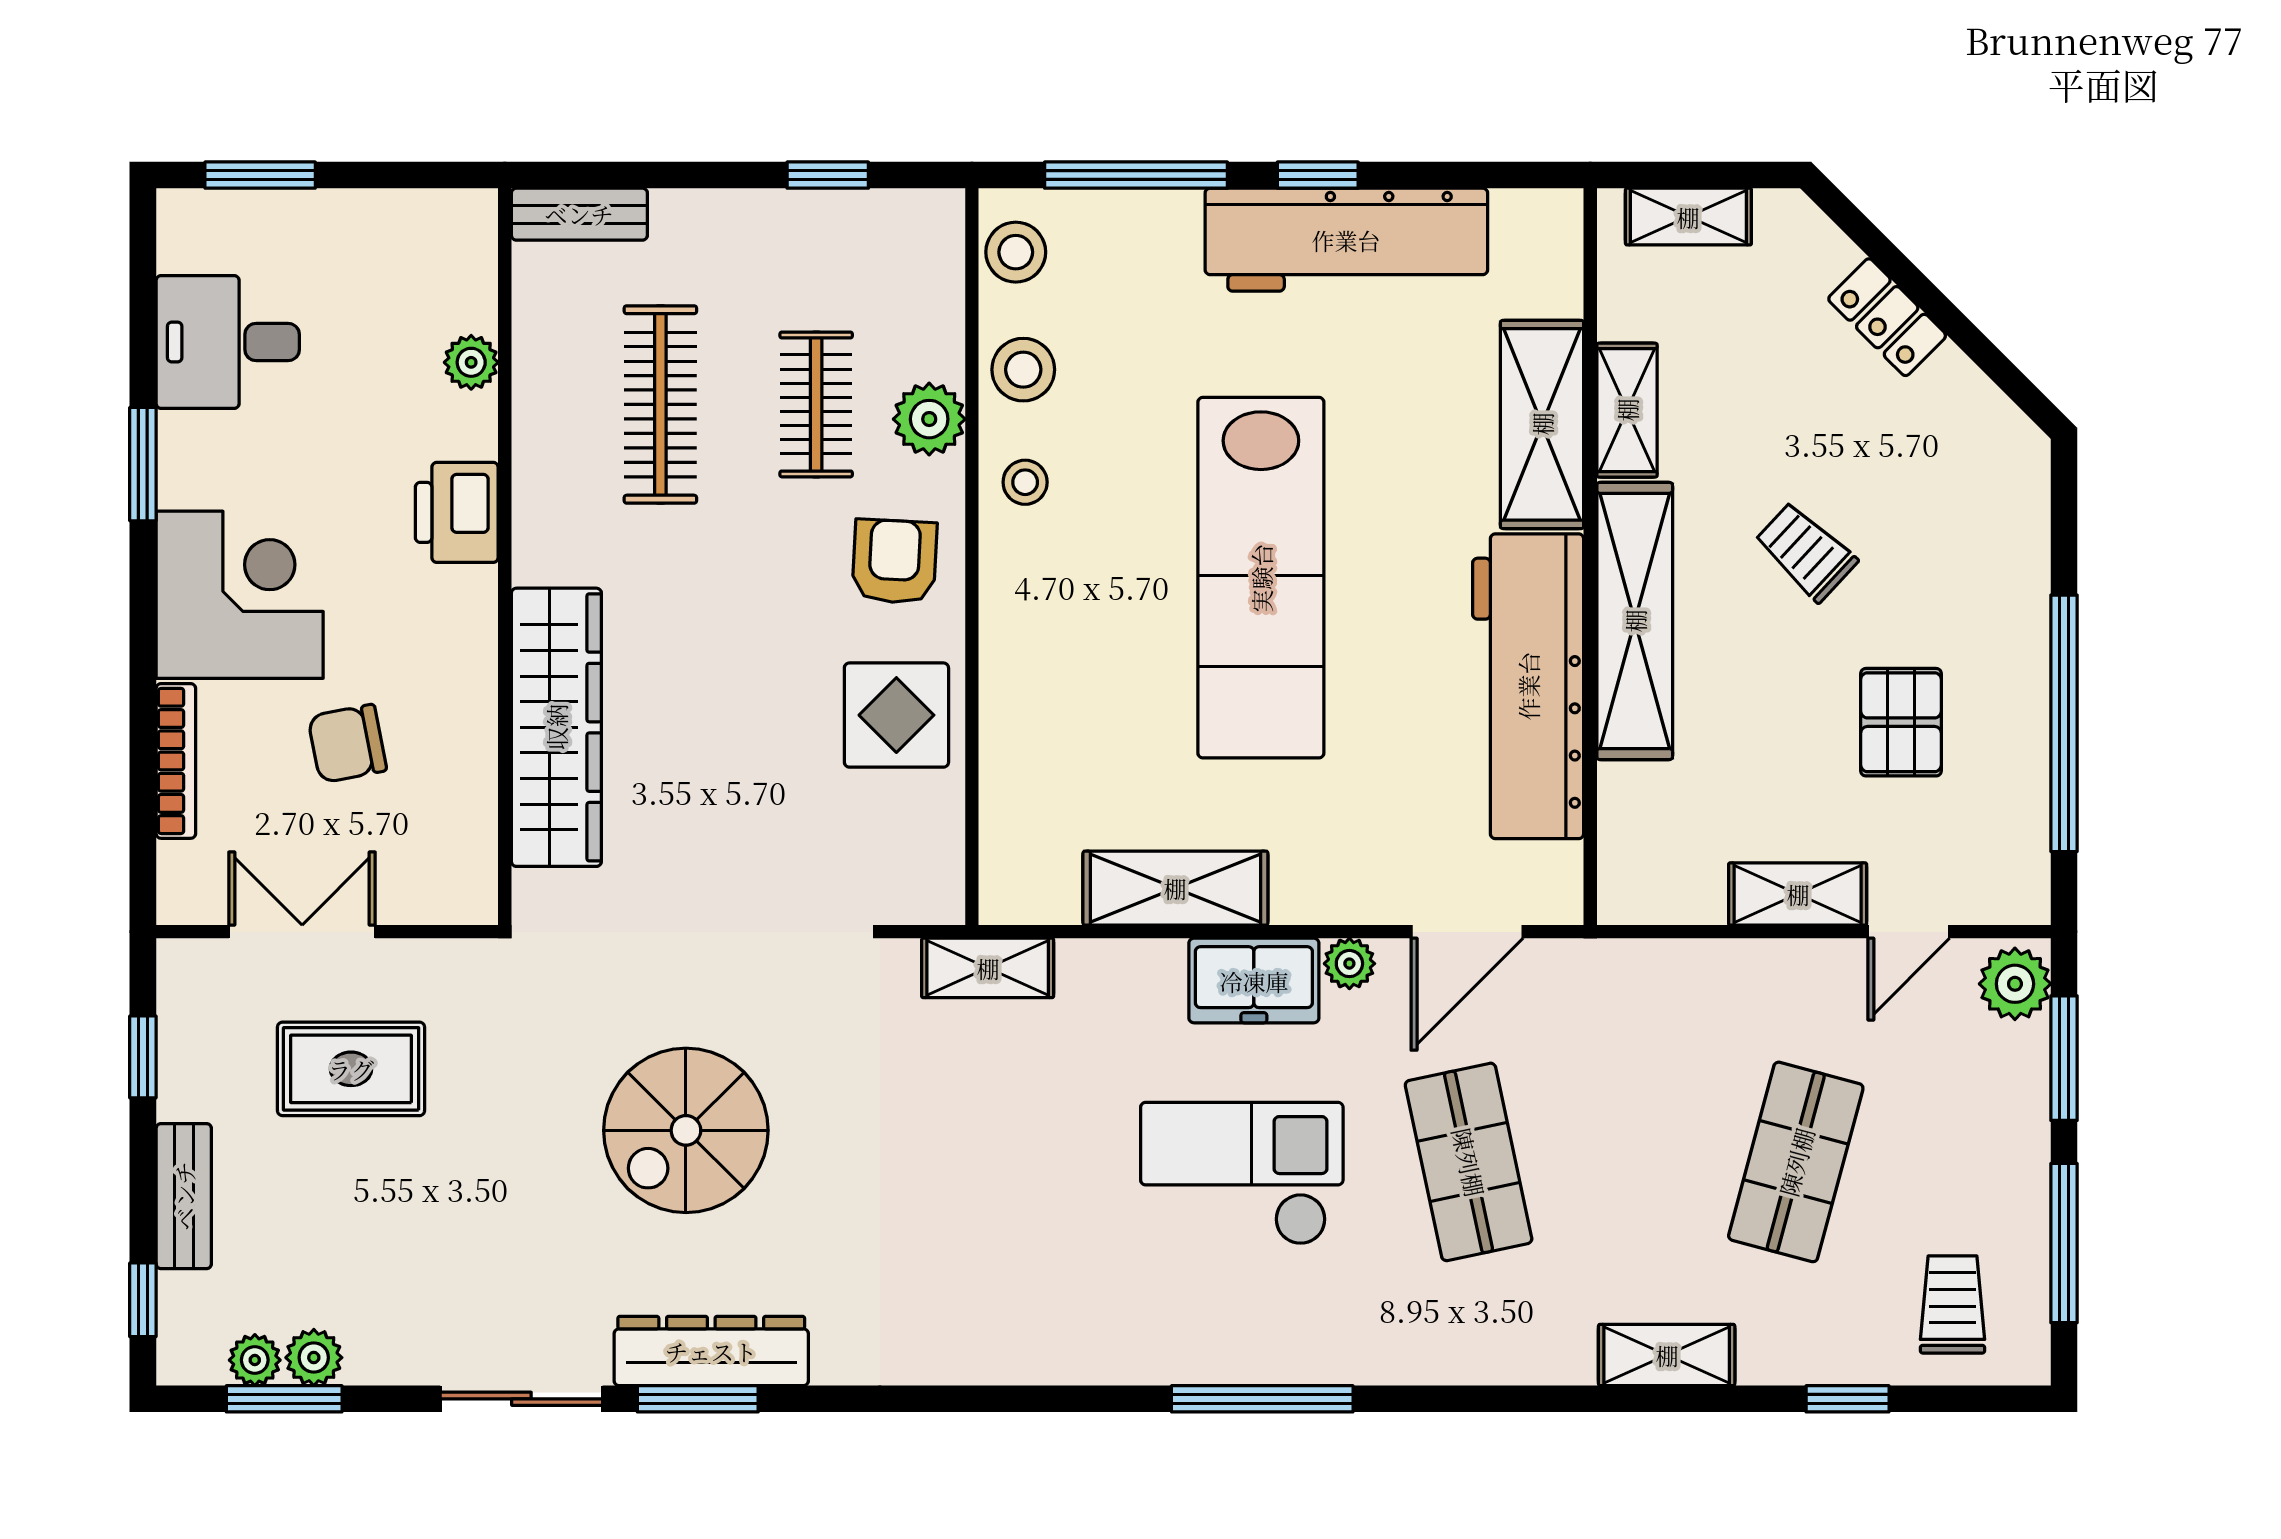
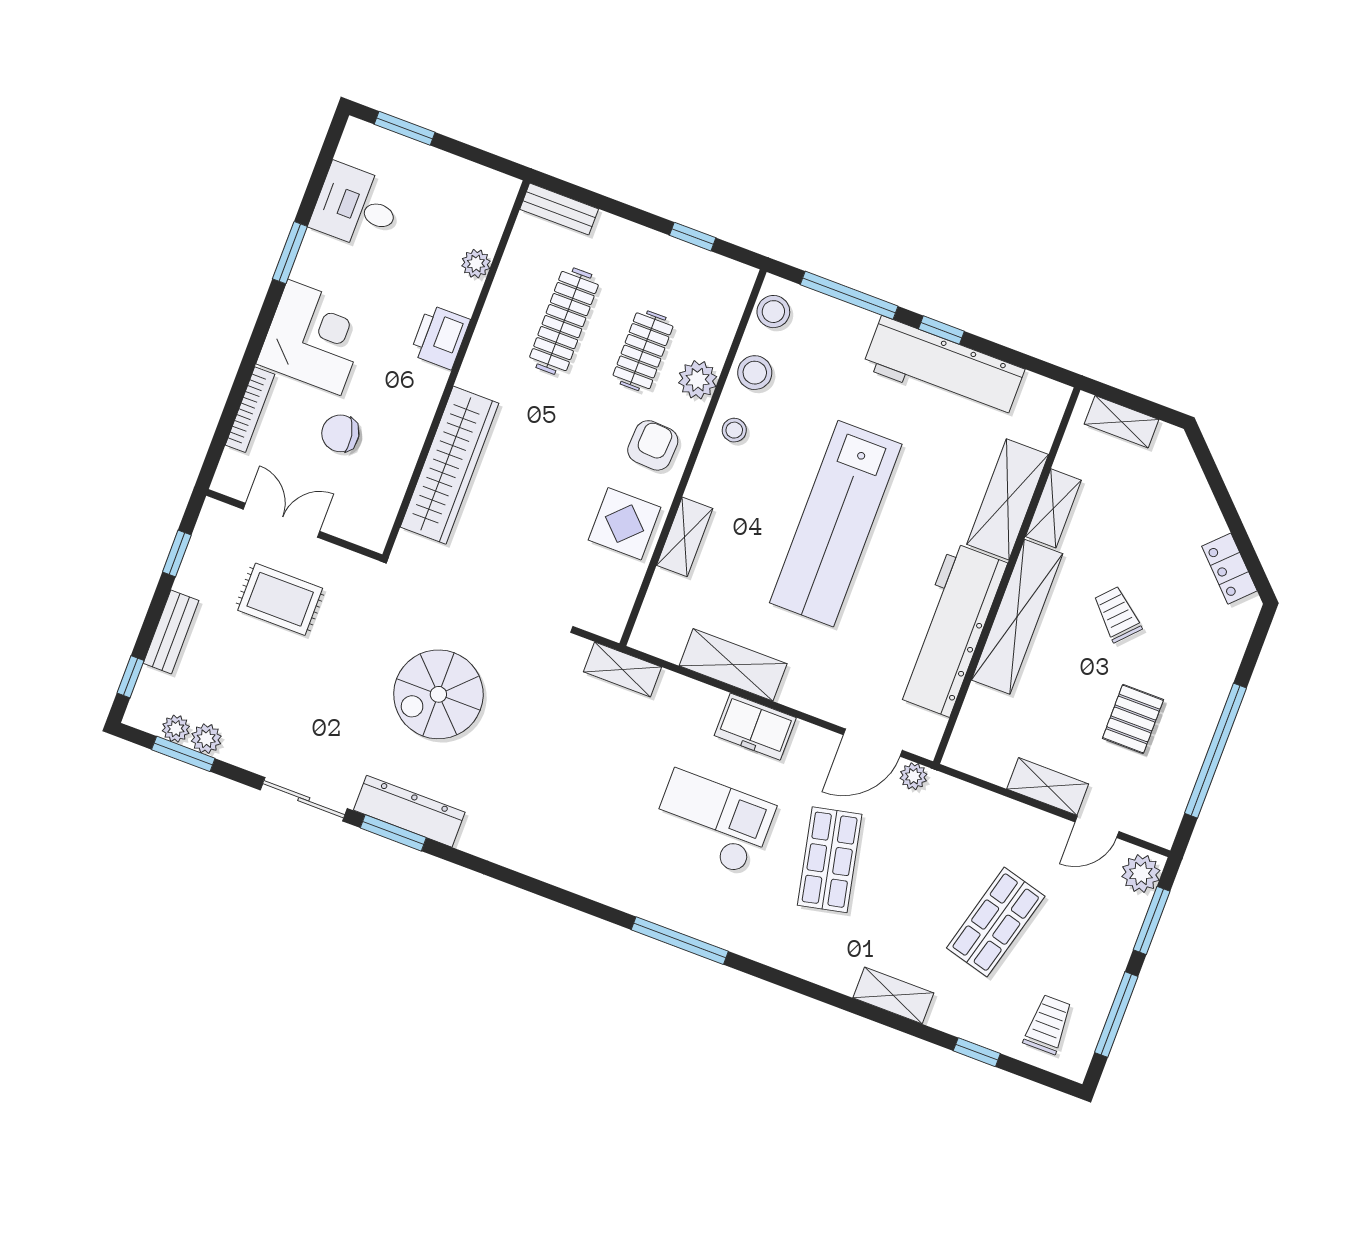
locker: (1887, 317) -> (1229, 569), moved
shelving: (1009, 699) -> (685, 537), added
plant: (1349, 964) -> (914, 776), moved

